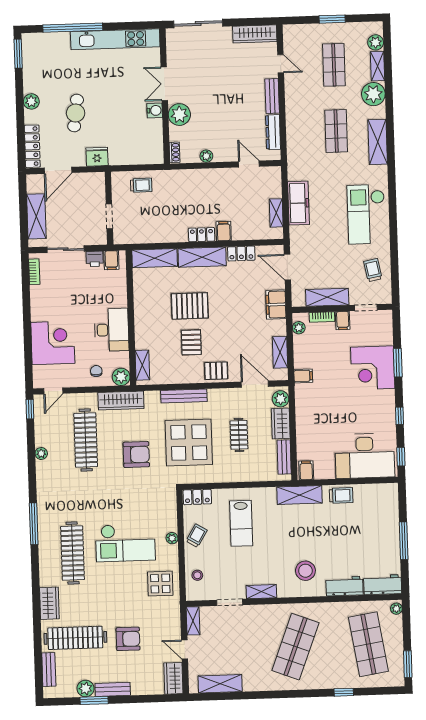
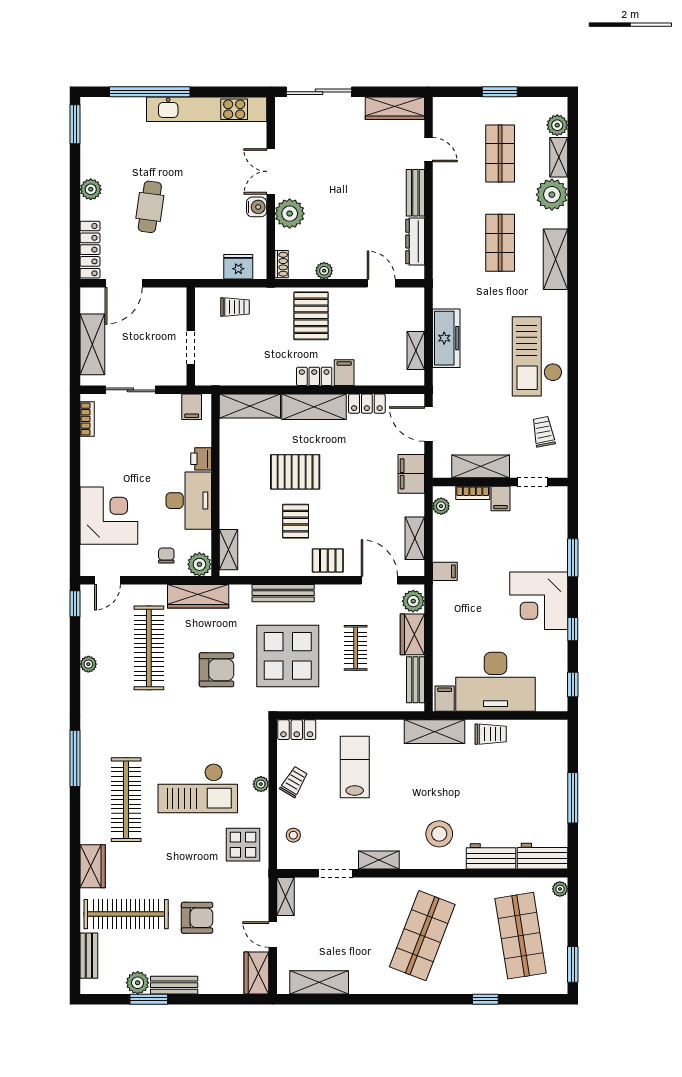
fridge: (97, 157) -> (238, 267), moved
pallet: (198, 190) -> (311, 316), added
printer: (95, 259) -> (201, 459), moved, turned 90
corner desk: (373, 368) -> (539, 601), moved
desk: (365, 456) -> (495, 682), moved
lab bench: (241, 523) -> (355, 767), turned 180

